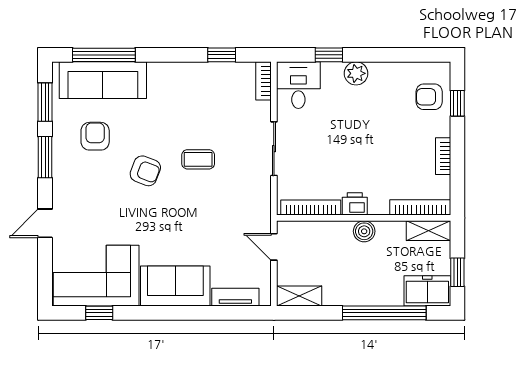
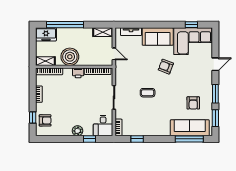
armchair: (145, 171) -> (166, 67), moved
boiler: (364, 231) -> (70, 57), width x1.86, depth x1.86
window: (457, 272) -> (33, 43), removed

